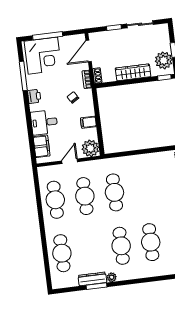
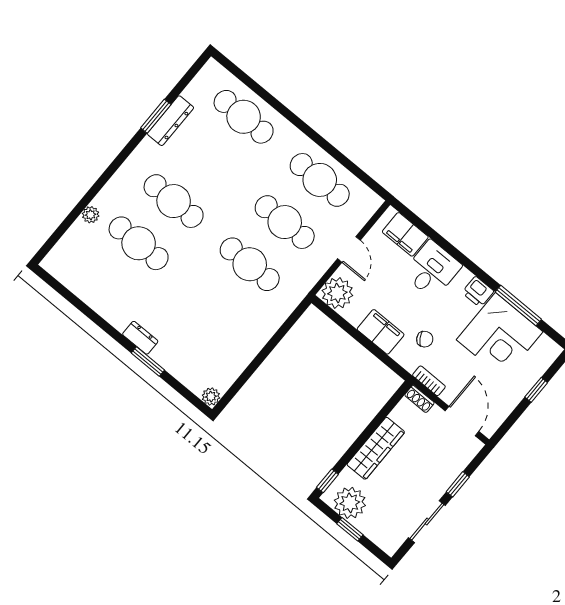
window: (48, 36) -> (536, 390), width x0.46
corner desk: (43, 56) -> (500, 336), moved, turned -90
filing cabinet: (88, 122) -> (381, 332), width x2.00
plant: (112, 277) -> (91, 215), moved

